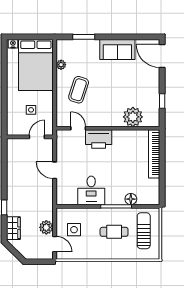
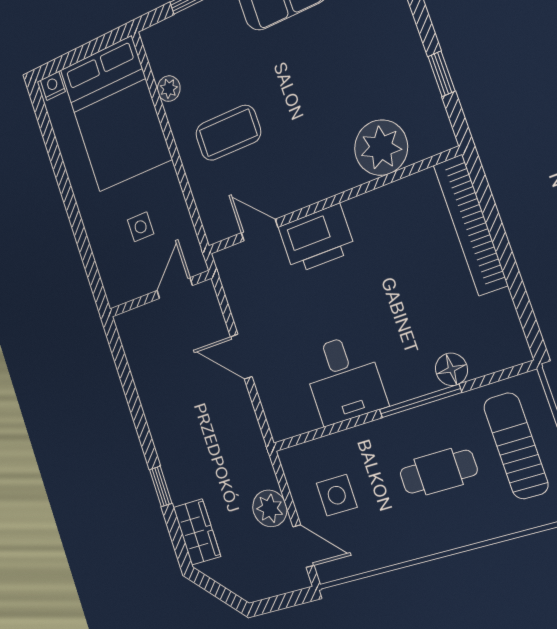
coffee table: (79, 90) -> (228, 133), turned 72

